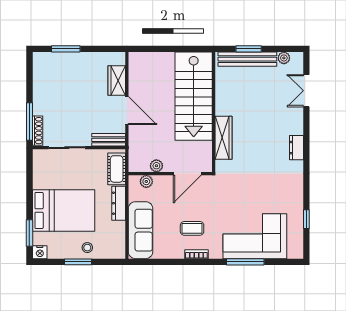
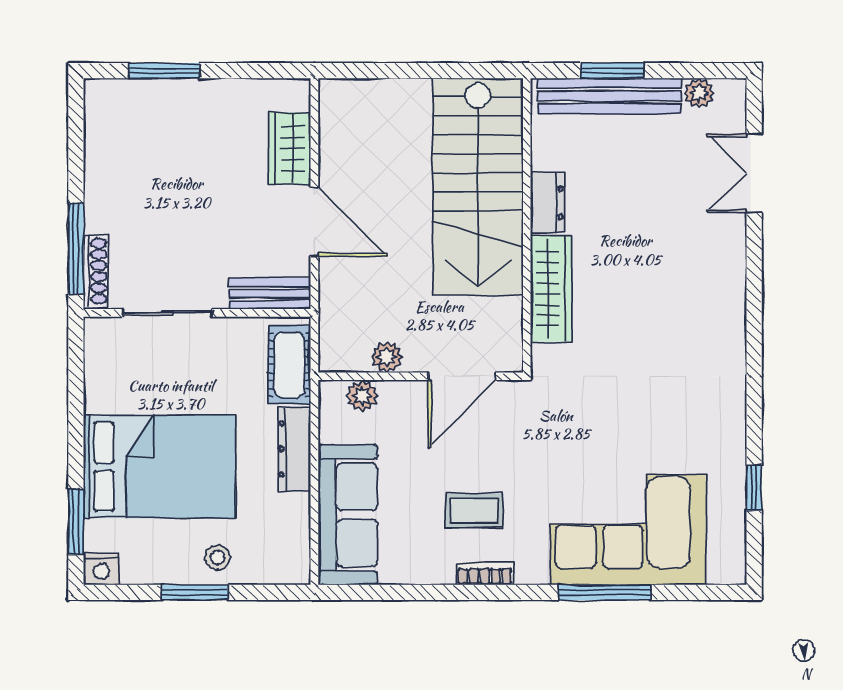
dresser: (296, 148) -> (547, 203), moved, turned 180

